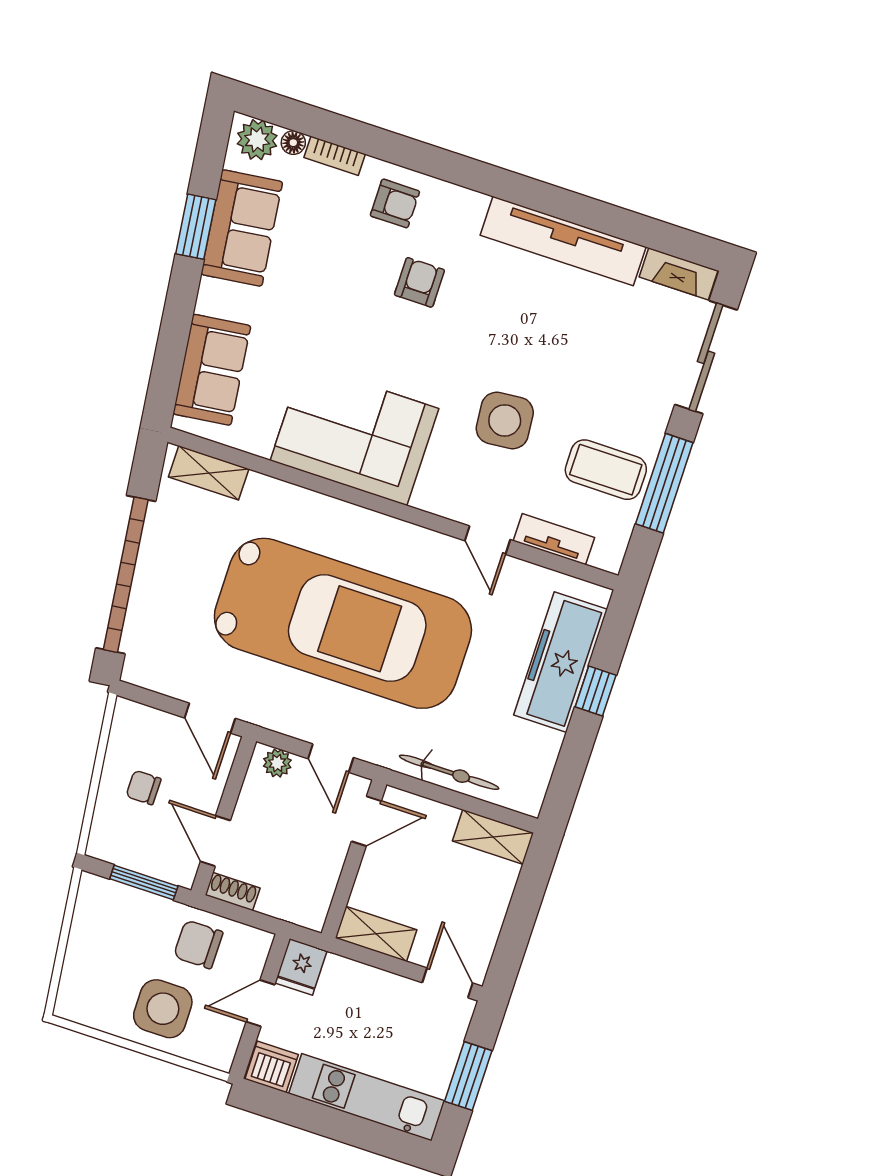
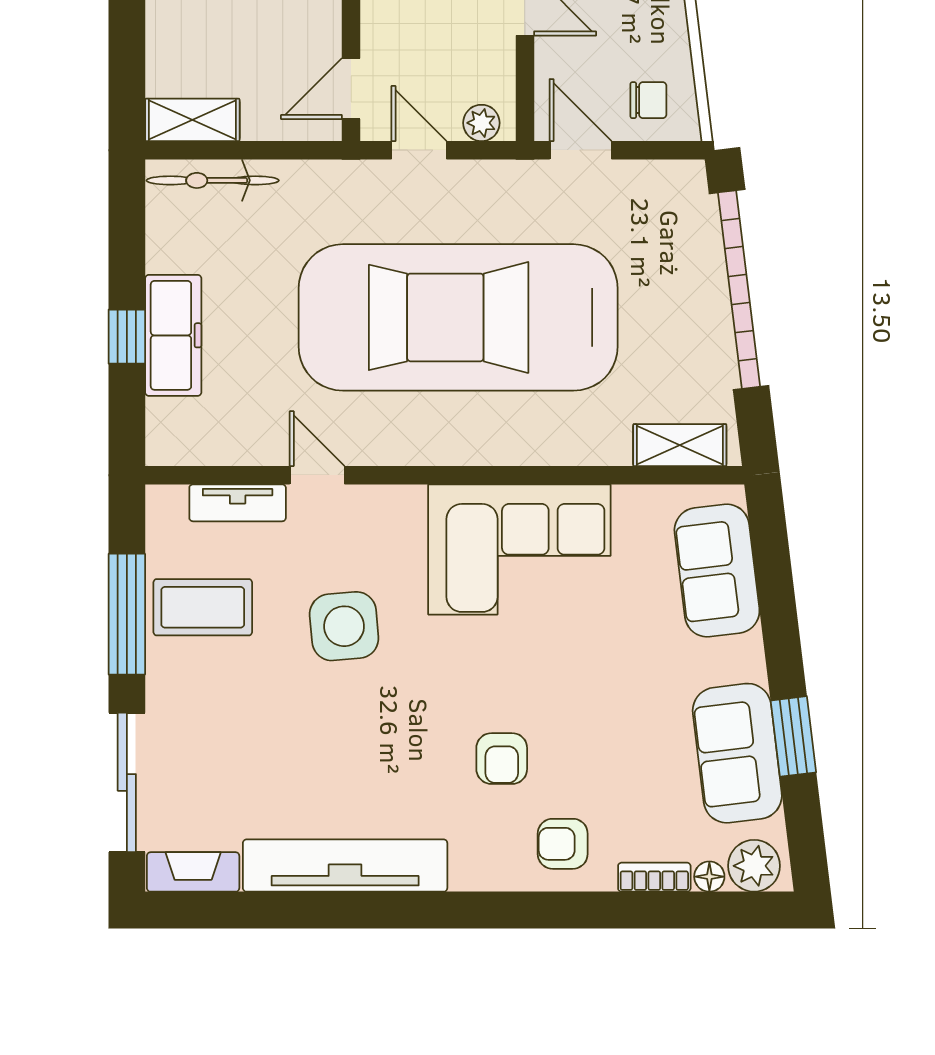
freezer: (561, 662) -> (173, 335), width x0.73, depth x0.79
bicycle: (449, 772) -> (213, 180), moved
chair: (143, 788) -> (648, 100), moved

